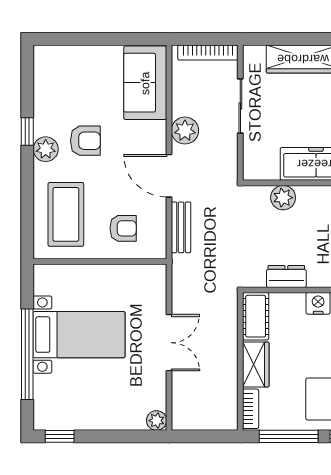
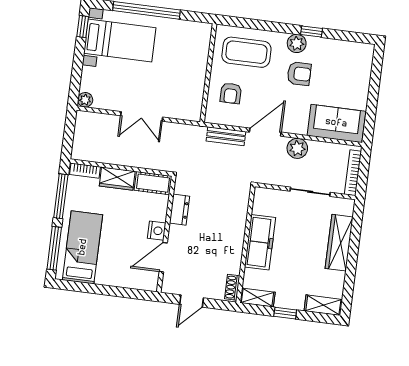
armchair: (85, 141) -> (299, 74), turned -90
plant: (283, 198) -> (238, 215), removed
bed with nightstands: (79, 335) -> (120, 41), moved, turned -90

